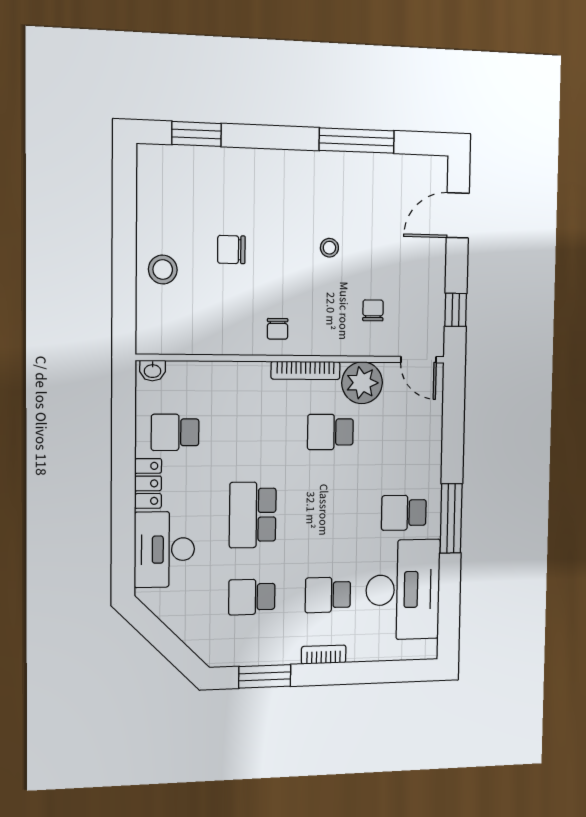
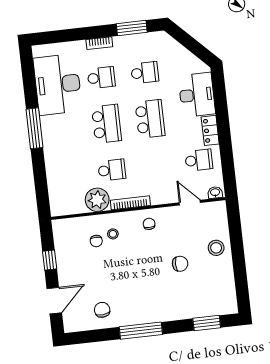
window: (357, 141) -> (141, 331), moved
chair: (379, 187) -> (102, 310), added
stool: (329, 248) -> (113, 234), moved
window: (456, 310) -> (50, 260), moved
door: (419, 360) -> (190, 203), moved
school desk: (404, 513) -> (107, 124), moved, width x1.85

